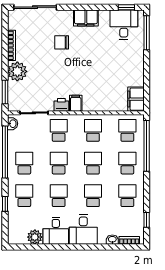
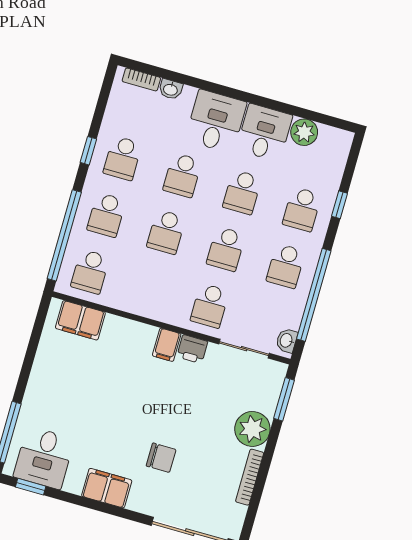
filing cabinet: (136, 99) -> (80, 320), moved, turned 90
school desk: (93, 130) -> (150, 289), removed
window: (147, 220) -> (88, 151), moved

